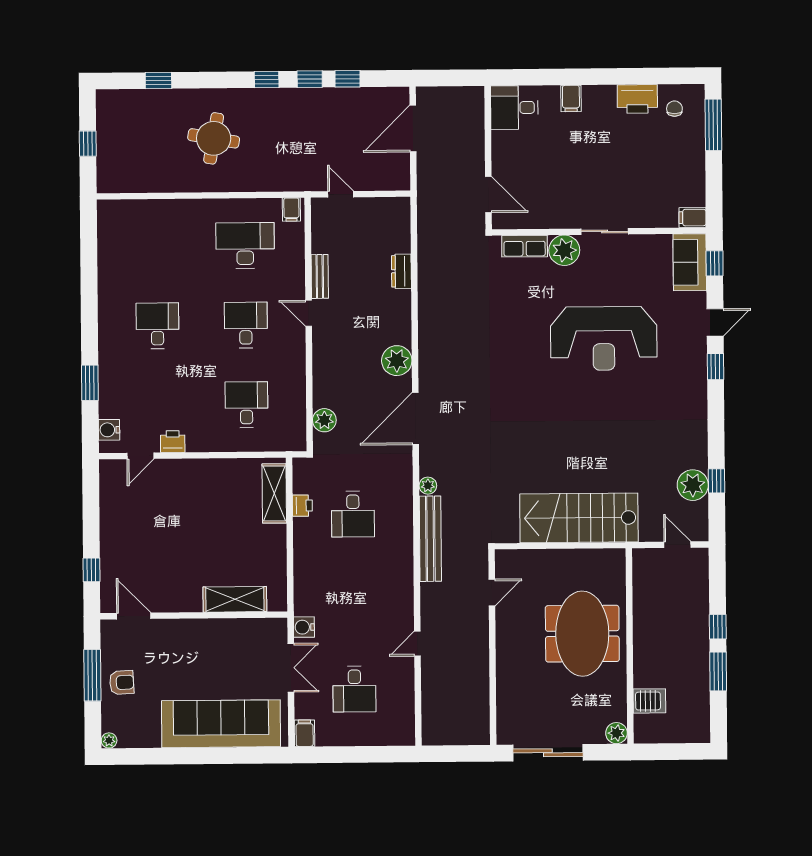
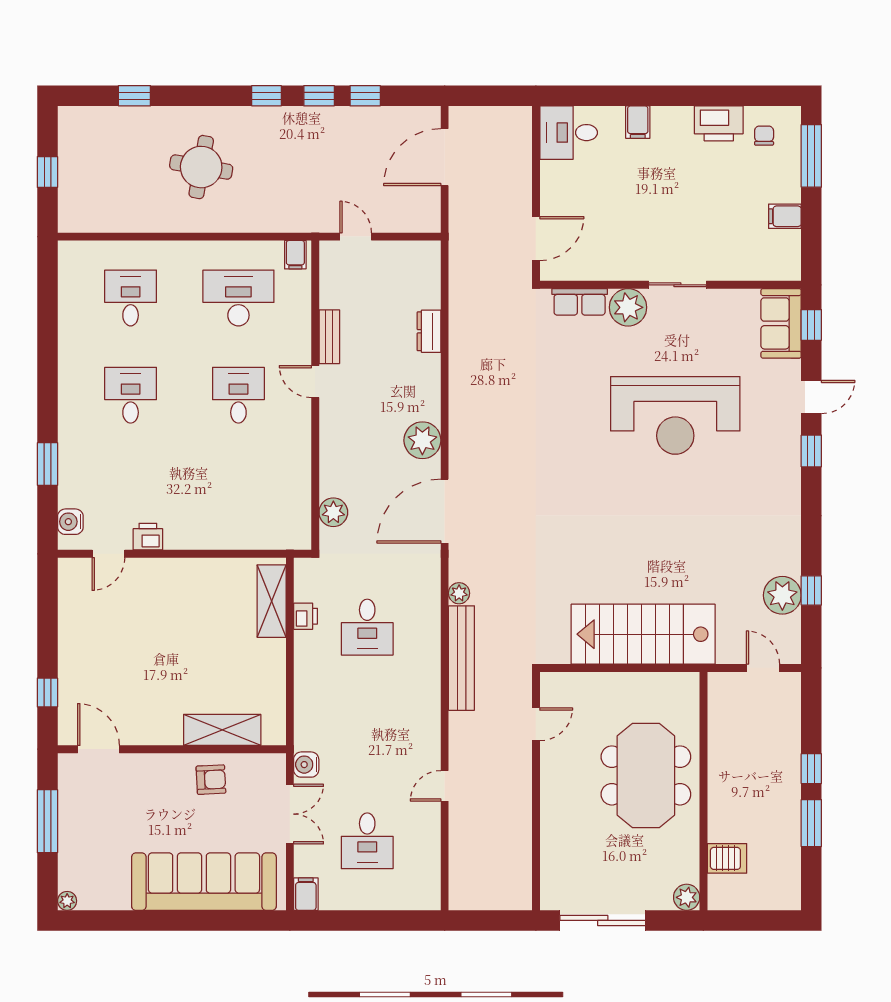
door: (488, 195) -> (536, 239), hinge flipped
filing cabinet: (693, 218) -> (785, 216), moved
desk: (246, 405) -> (131, 298), moved
armchair: (122, 683) -> (211, 780), moved

